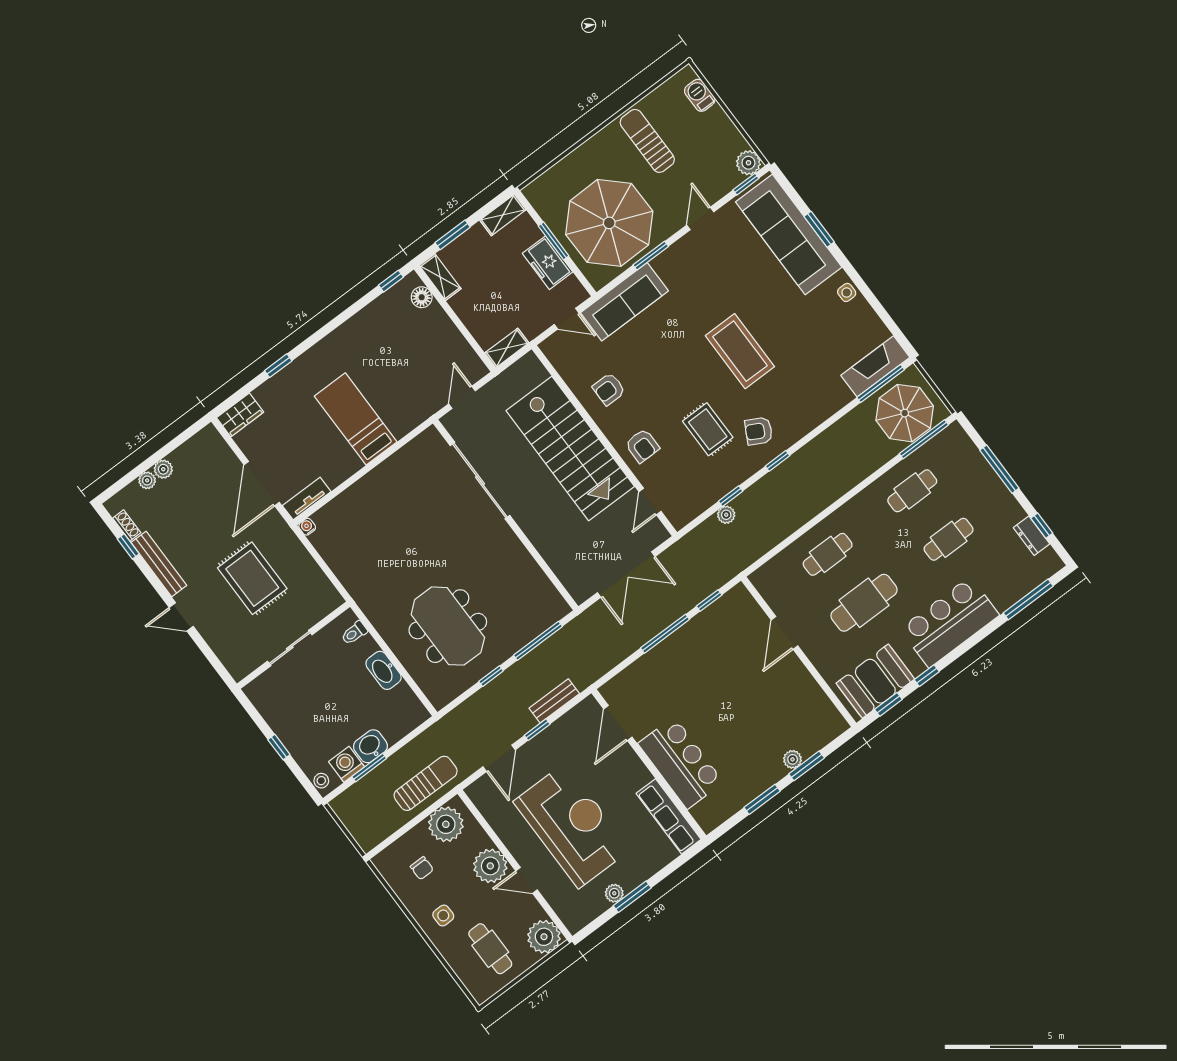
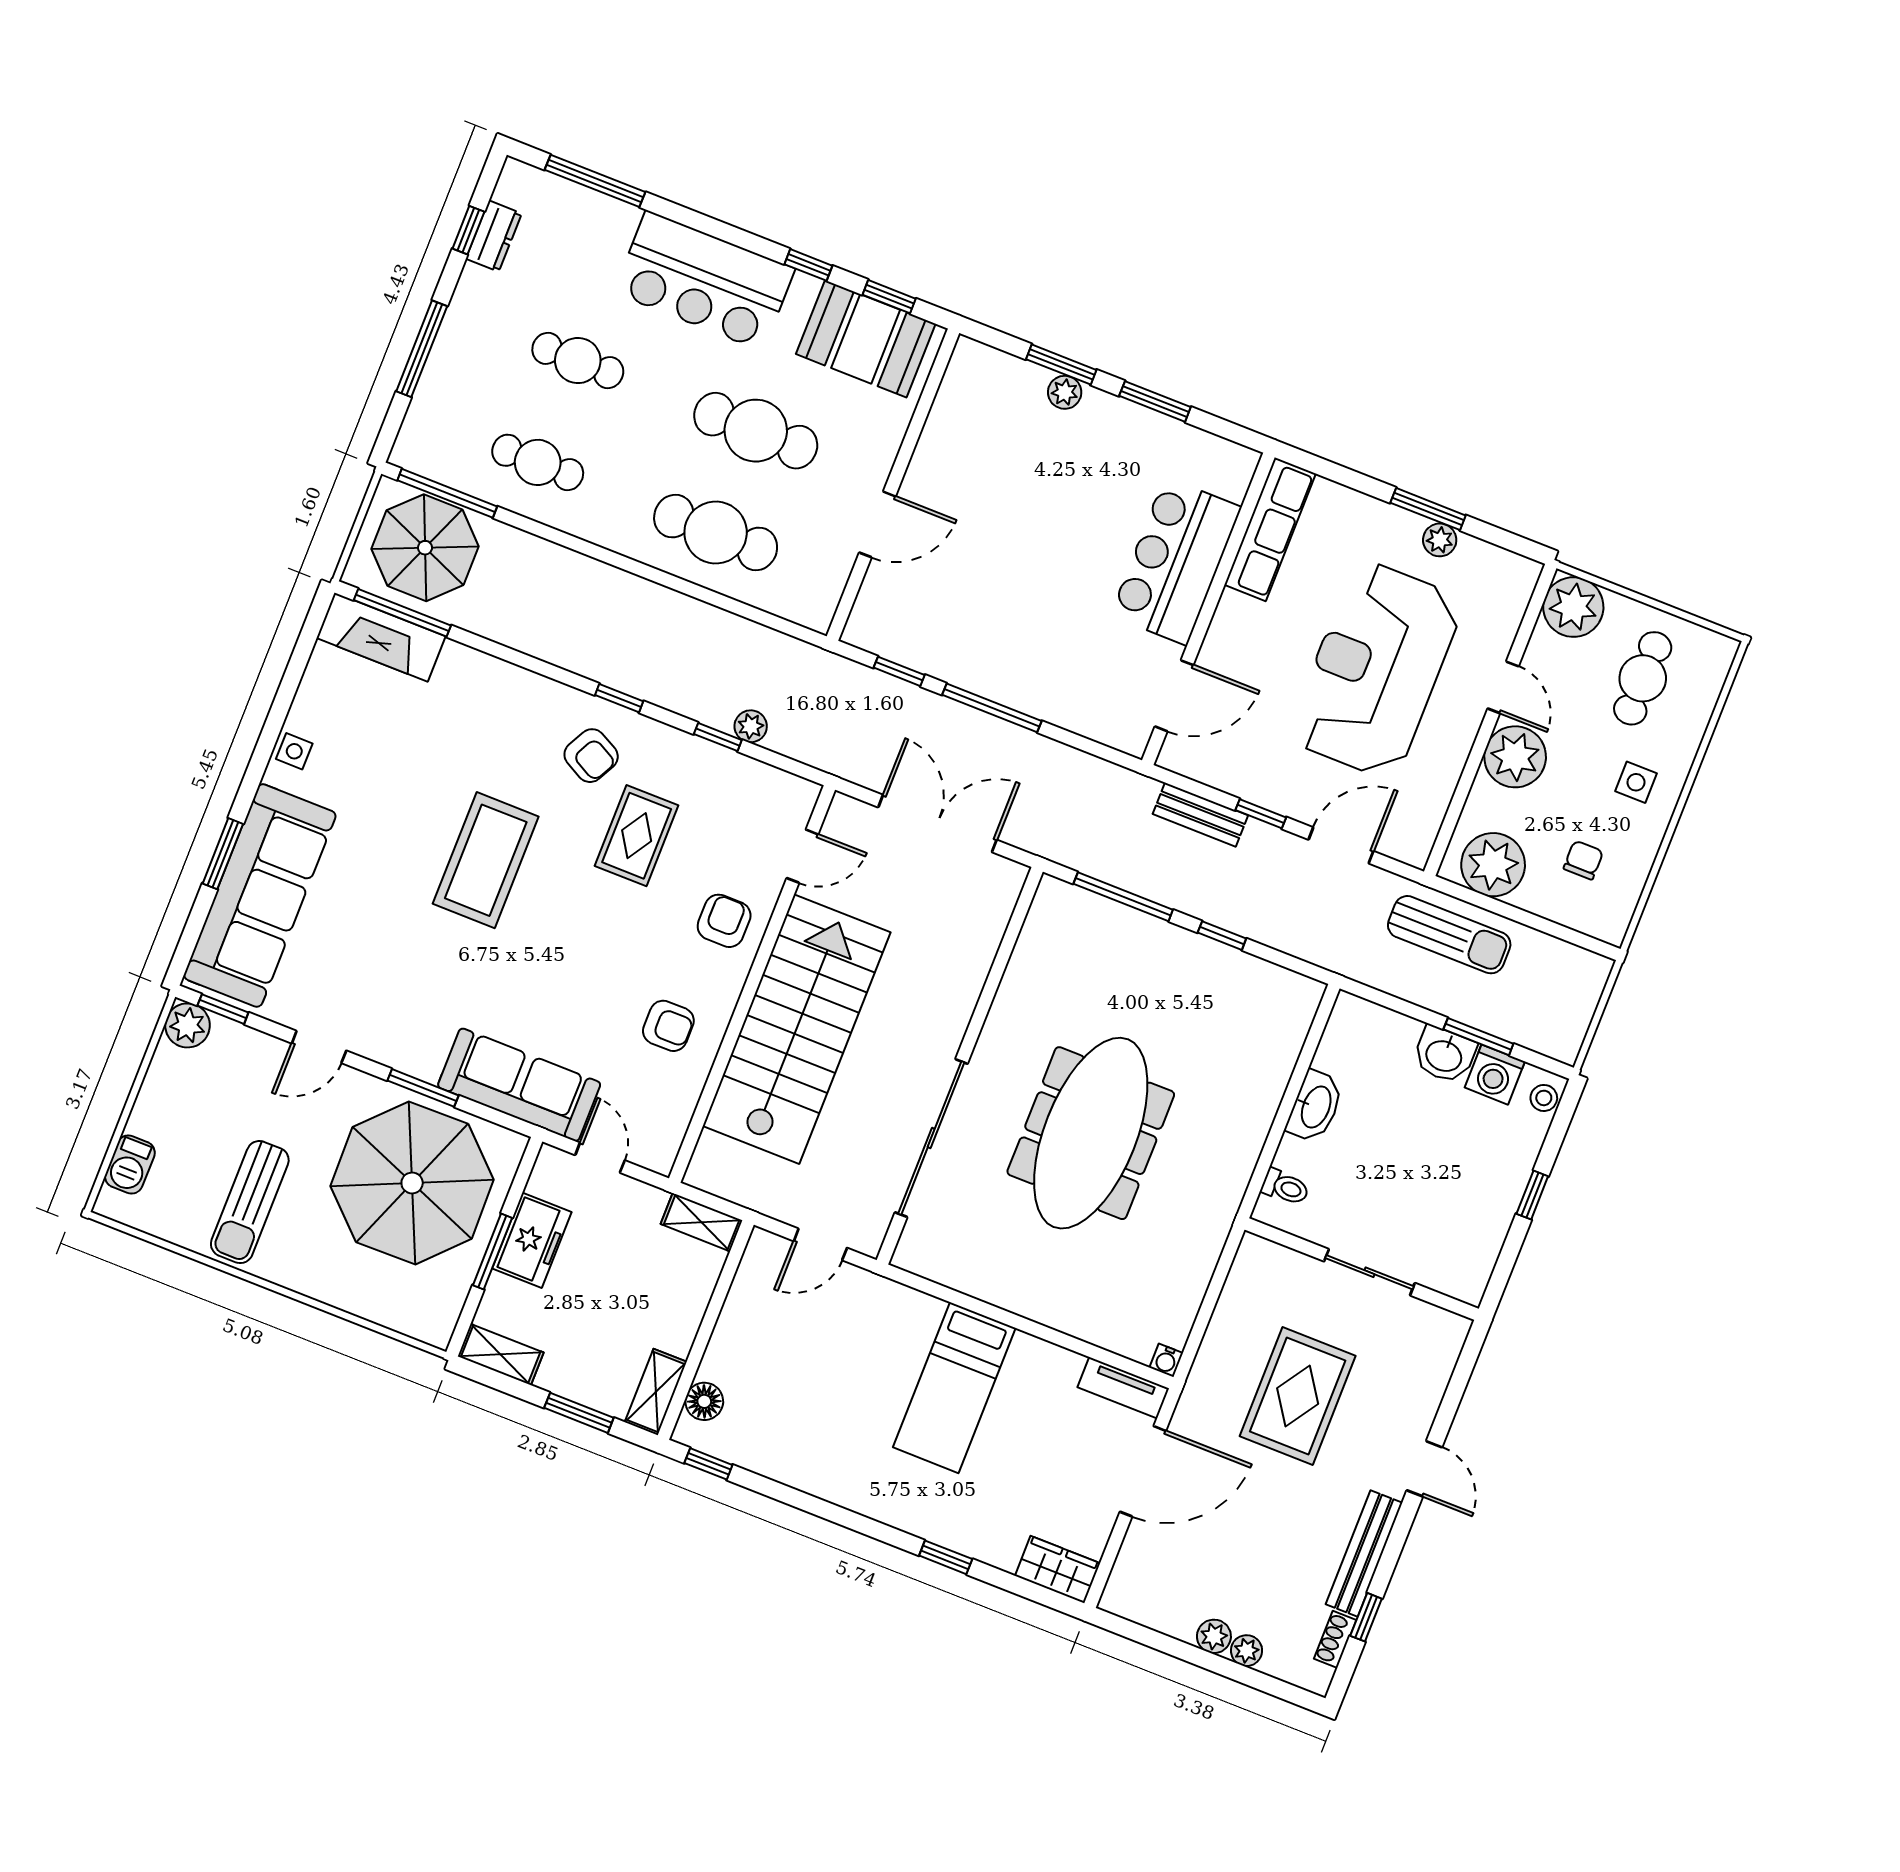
cafe table: (828, 554) -> (716, 533), width x1.37, depth x1.35
meeting table: (448, 626) -> (1091, 1133), moved, width x1.36
sun lounger: (426, 783) -> (1449, 935), turned 180

